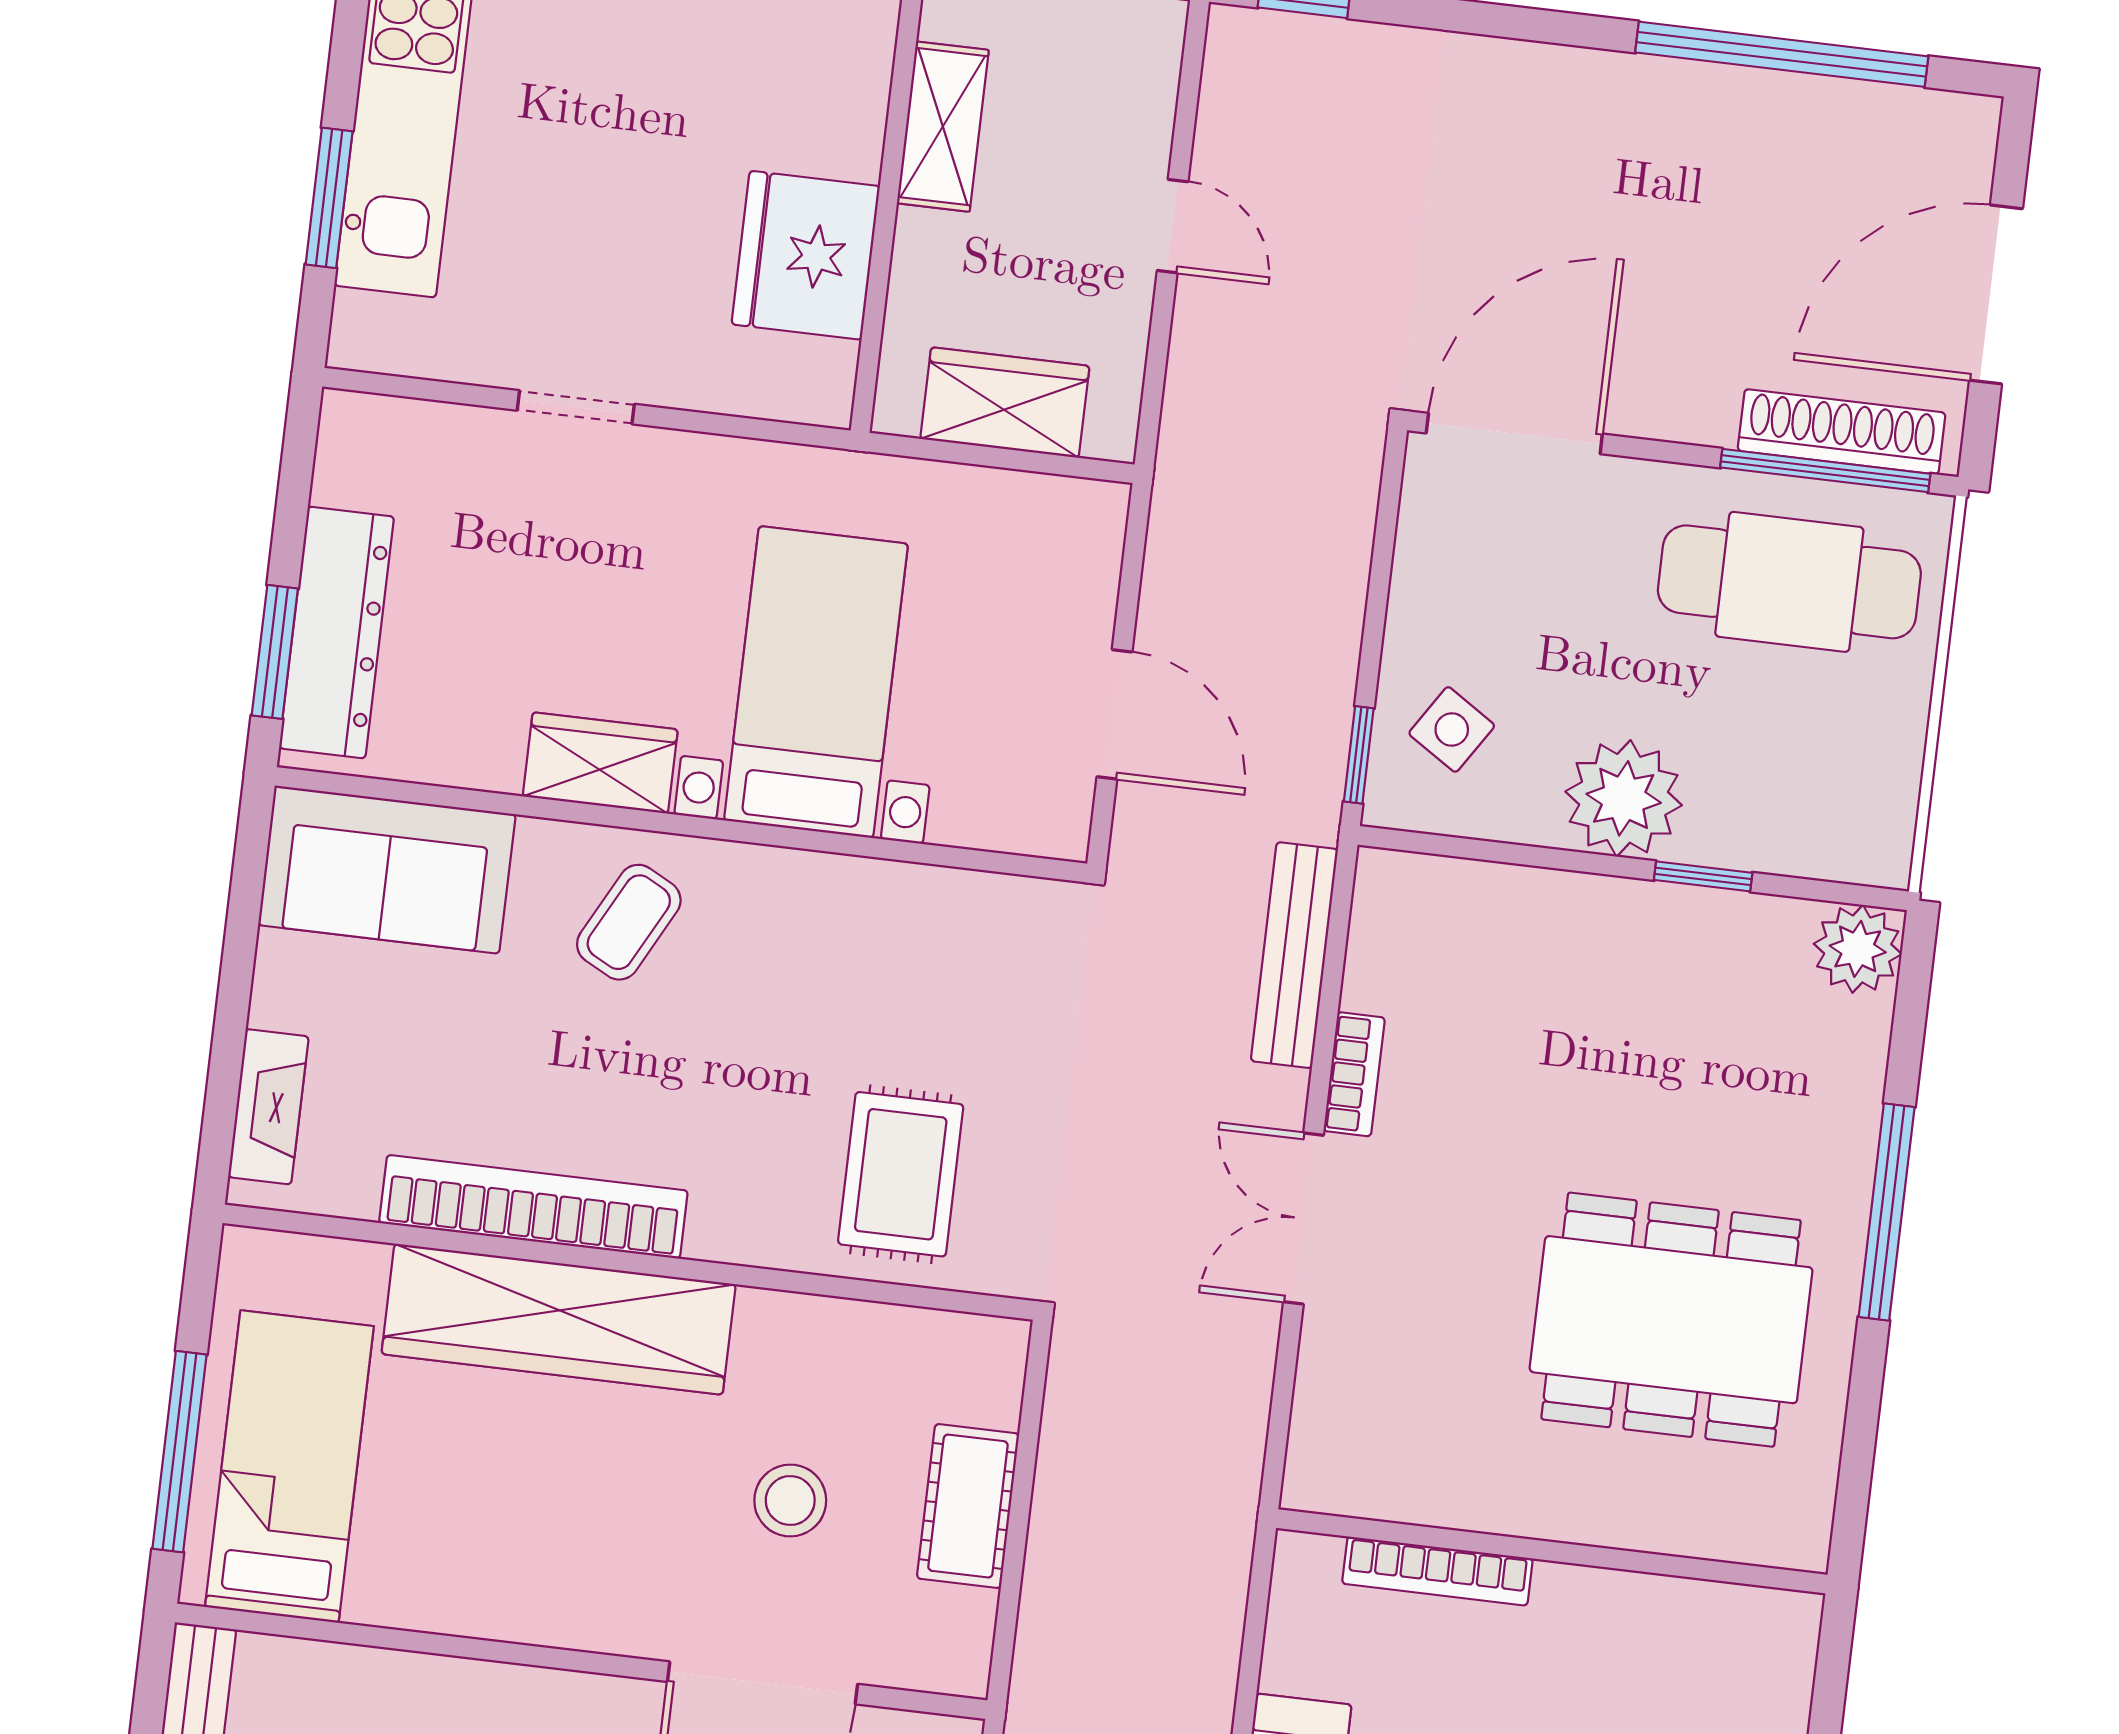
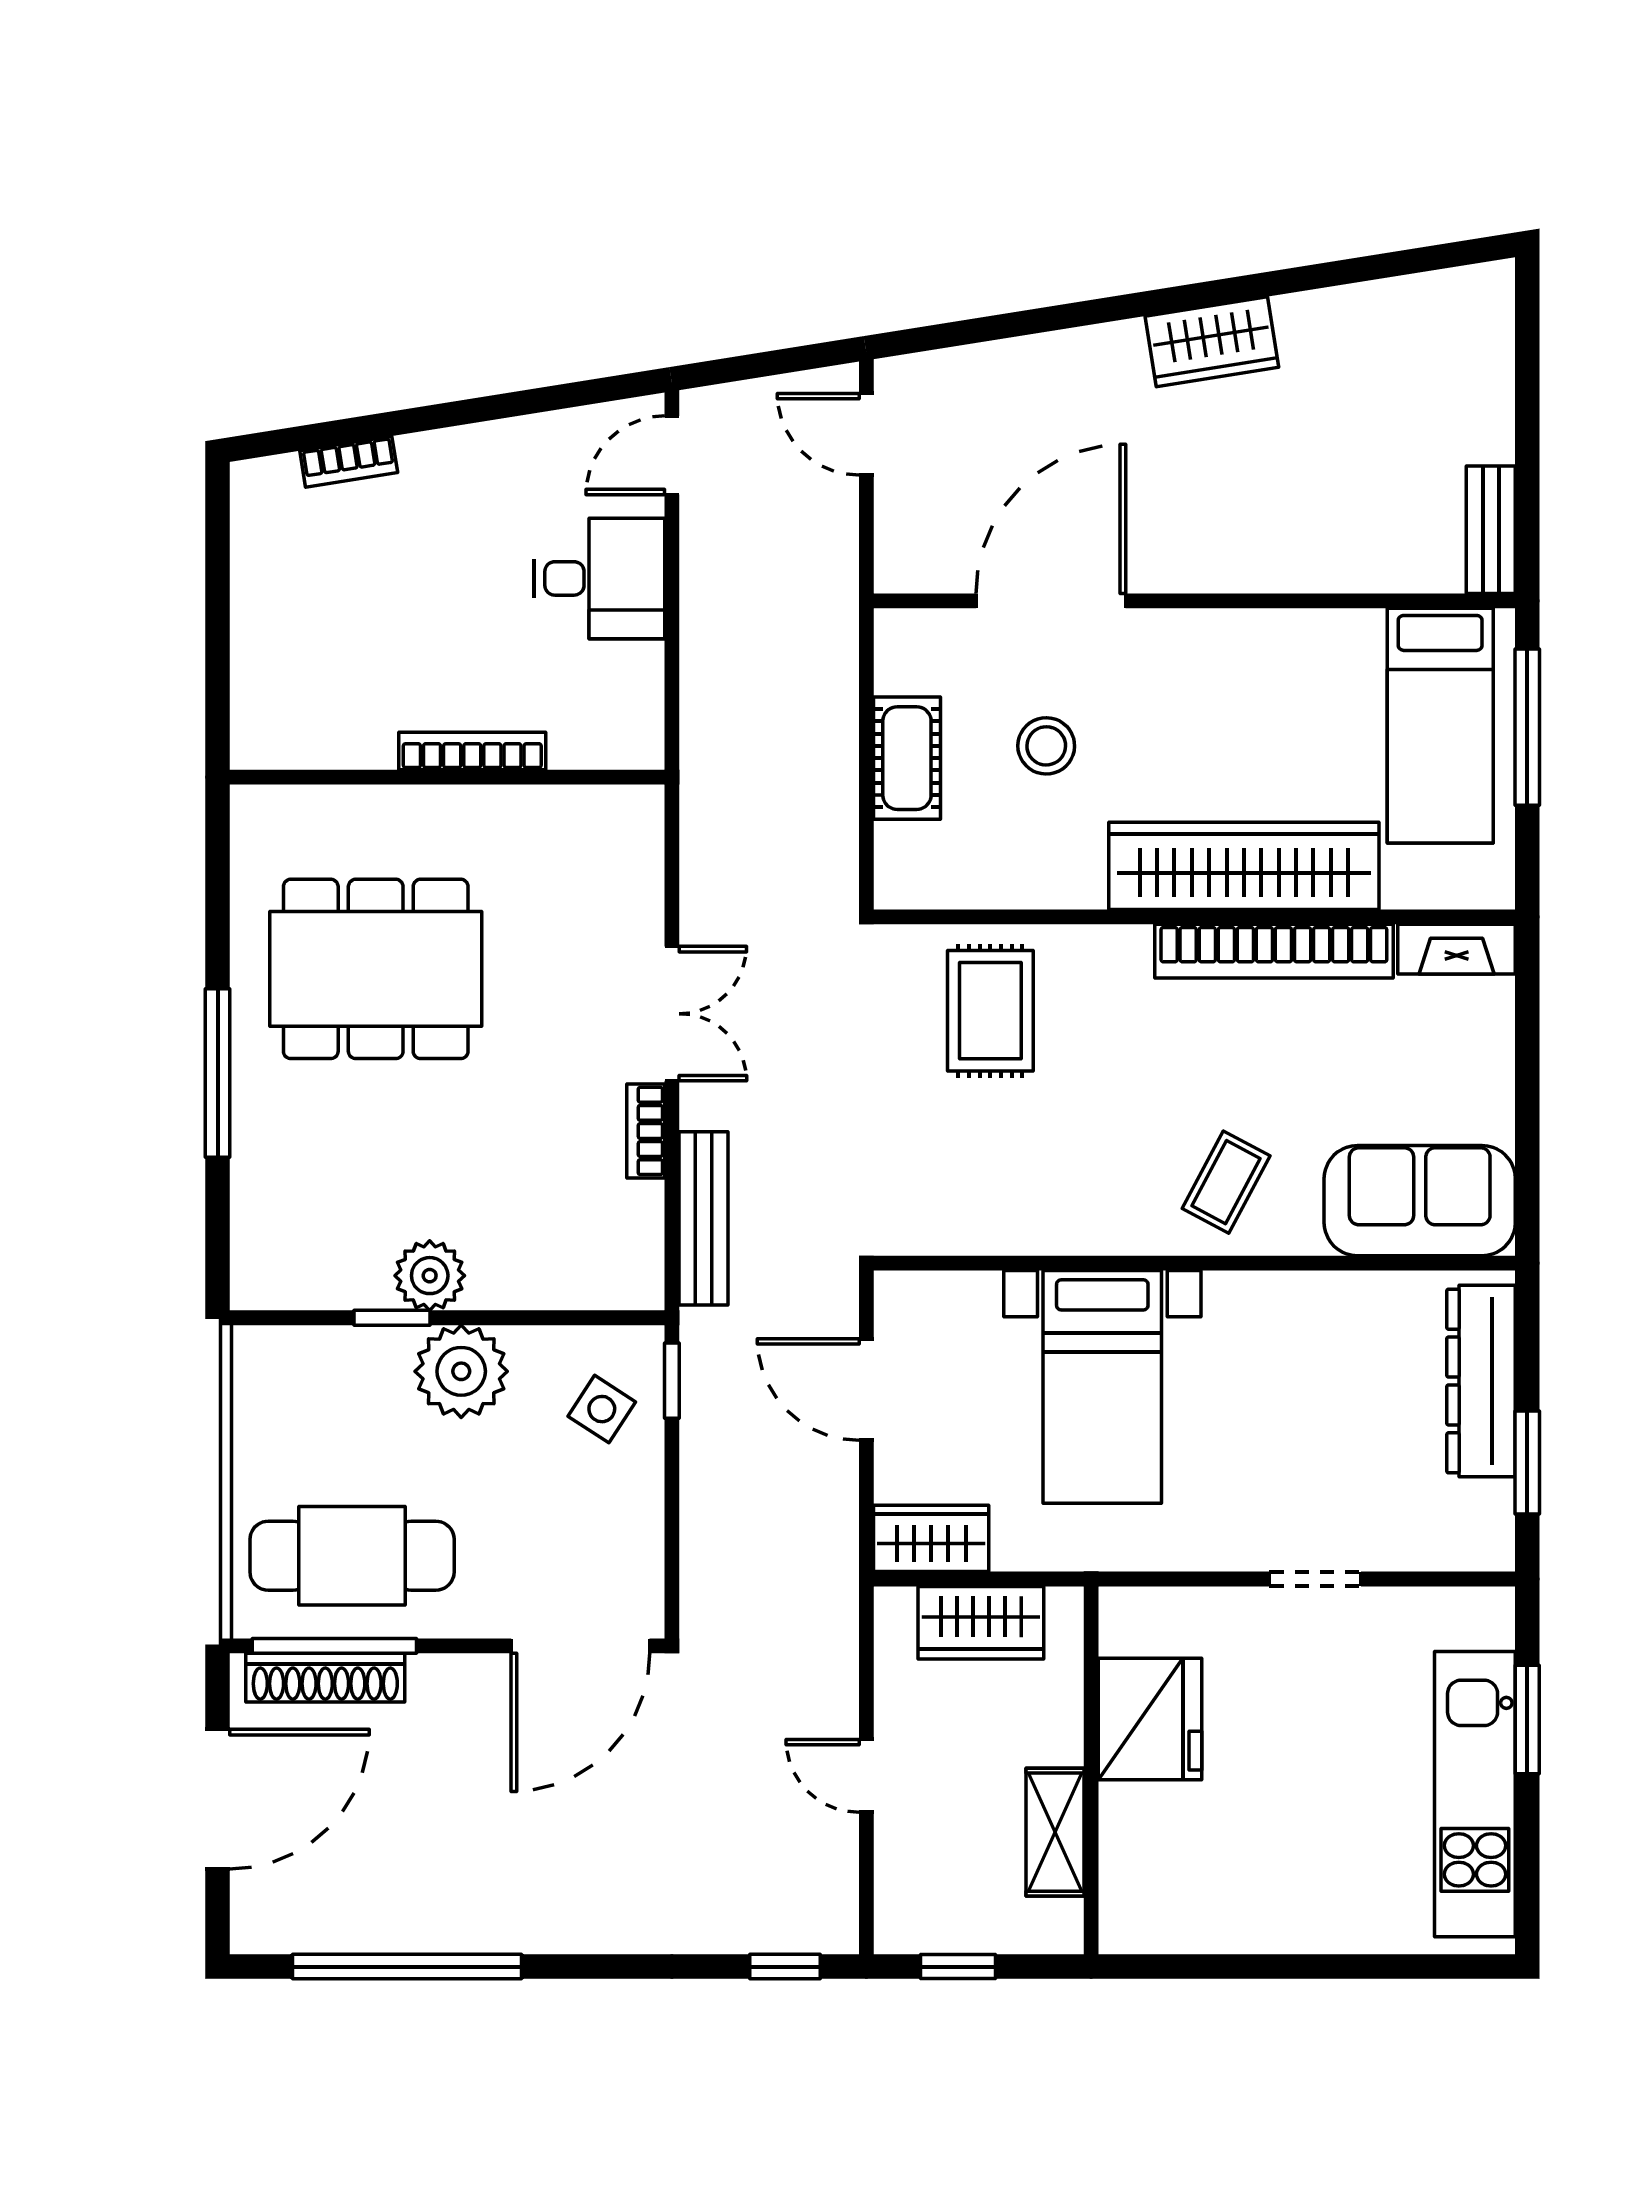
window: (275, 652) -> (1527, 1463), moved
wardrobe: (600, 763) -> (931, 1538), moved, turned 180
plant: (1858, 949) -> (430, 1276), moved
fireplace: (268, 1107) -> (1457, 949), moved, turned -90
bookcase: (1437, 1571) -> (472, 751), moved

